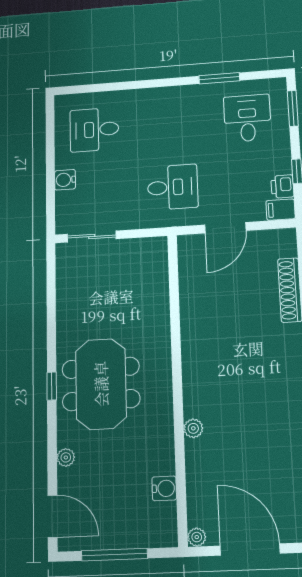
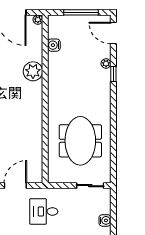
meeting table: (101, 384) -> (80, 141), moved
window: (52, 386) -> (113, 74), moved
plant: (193, 428) -> (33, 71), width x1.87, depth x1.87

